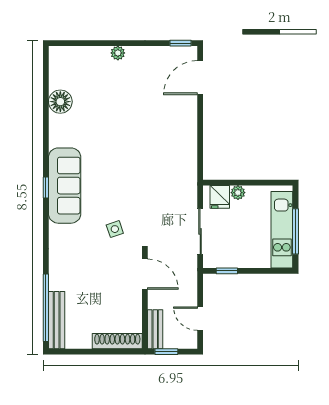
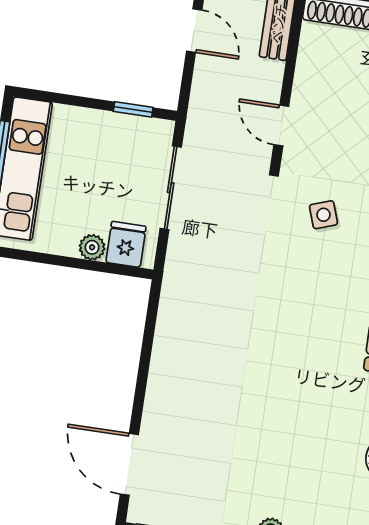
door: (200, 78) -> (129, 464), swing flipped
door: (145, 274) -> (281, 126), width x0.73

